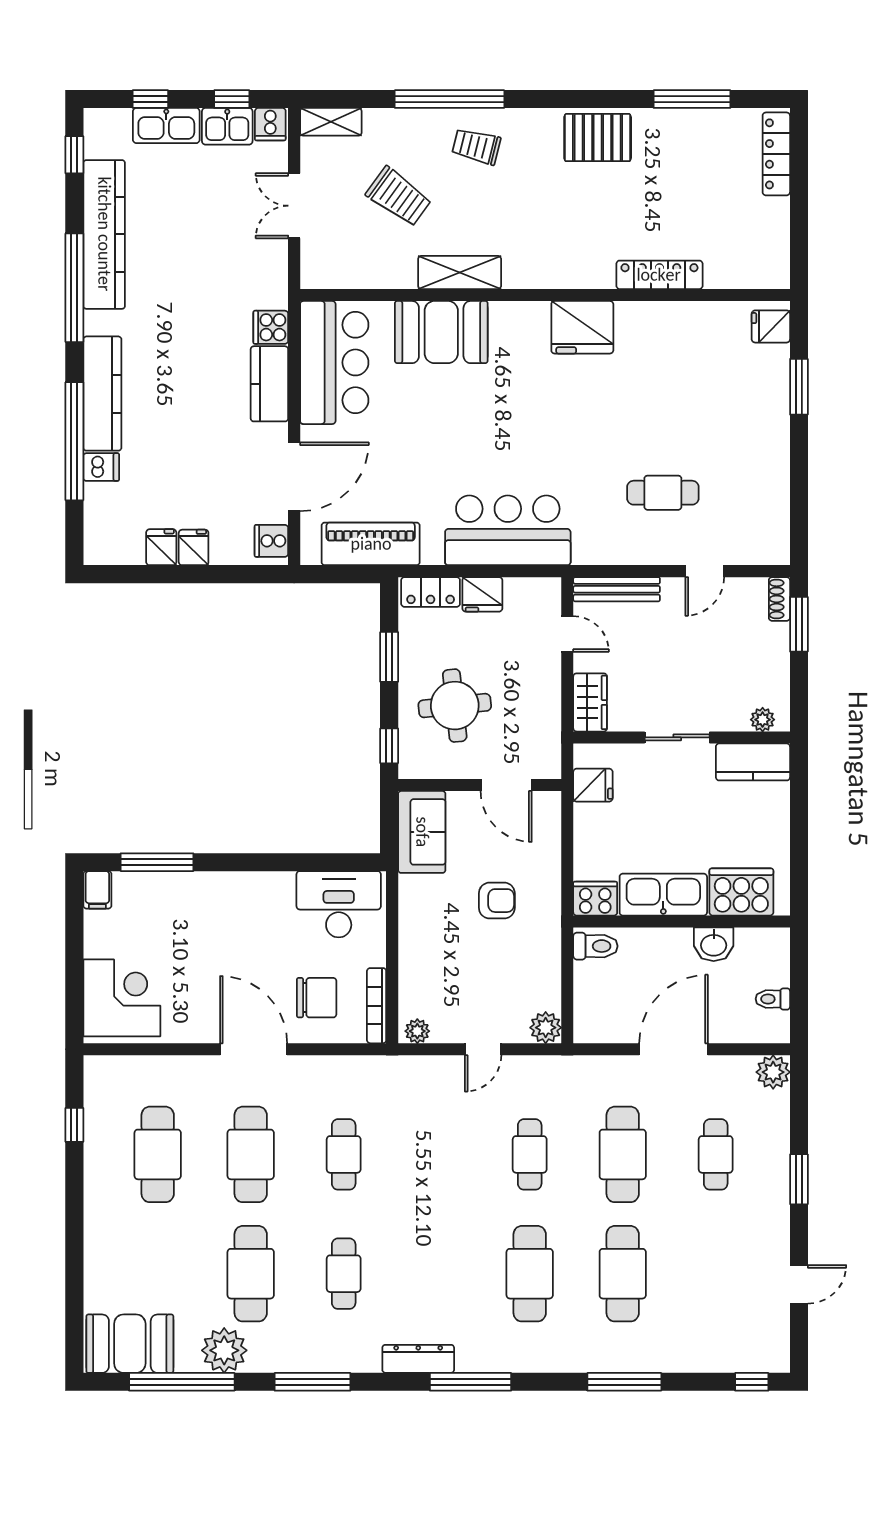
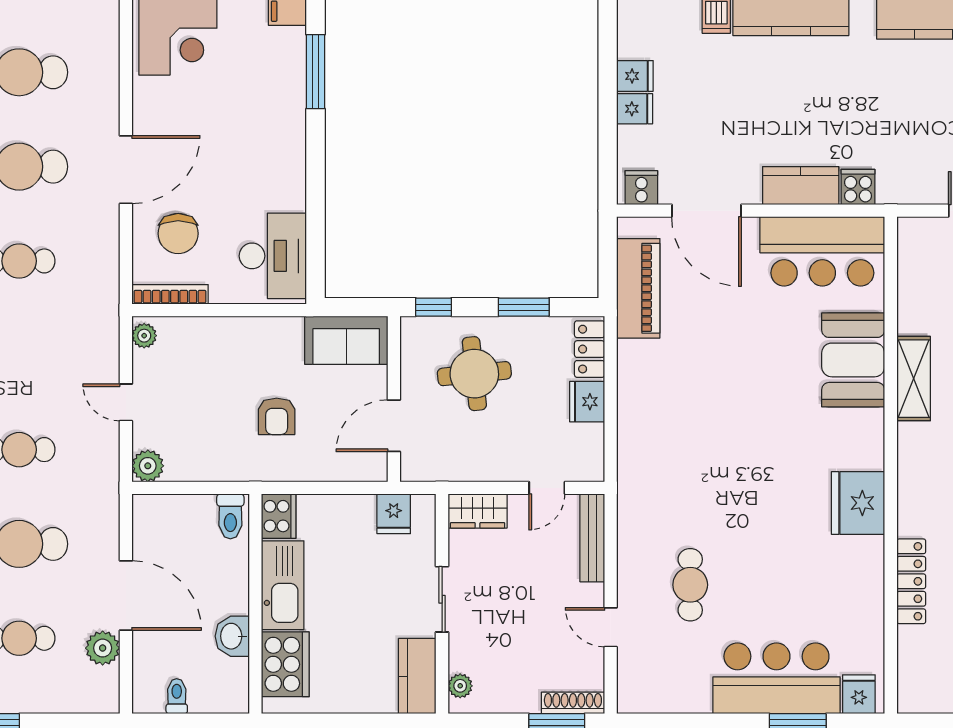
bar counter: (508, 530) -> (776, 678), moved, turned -90
shoe rack: (779, 599) -> (573, 703), width x1.43
plant: (773, 1072) -> (103, 648), moved

